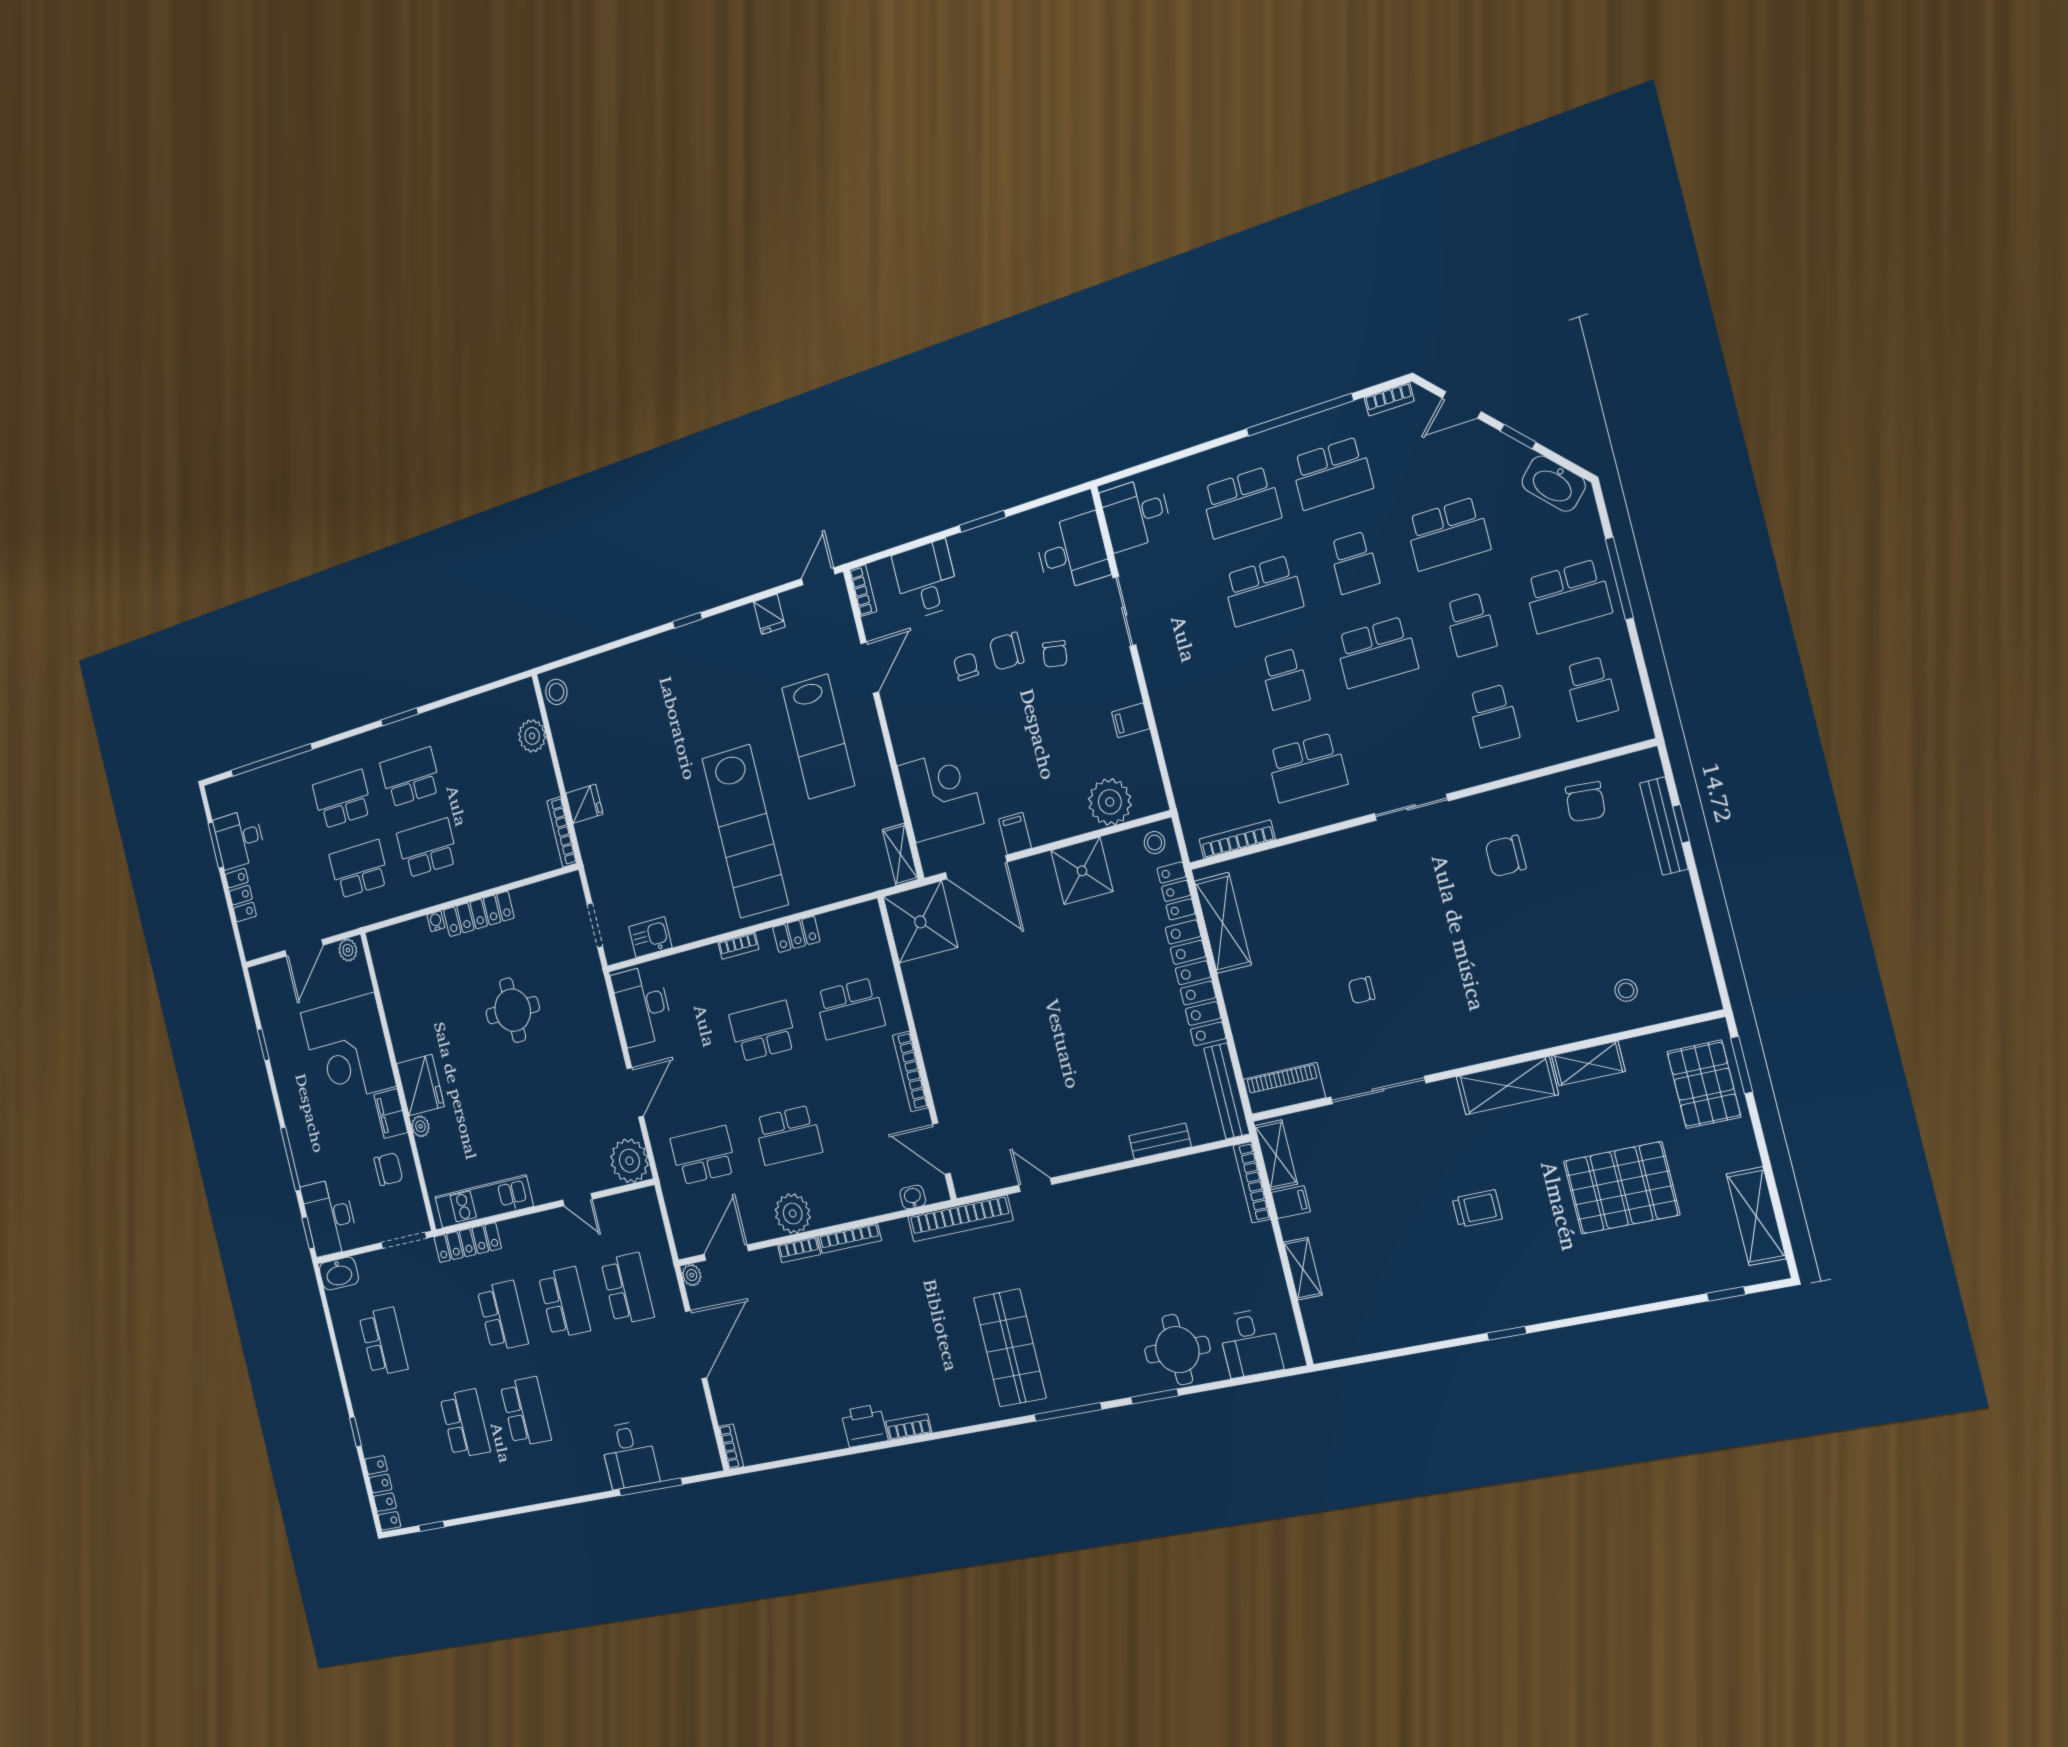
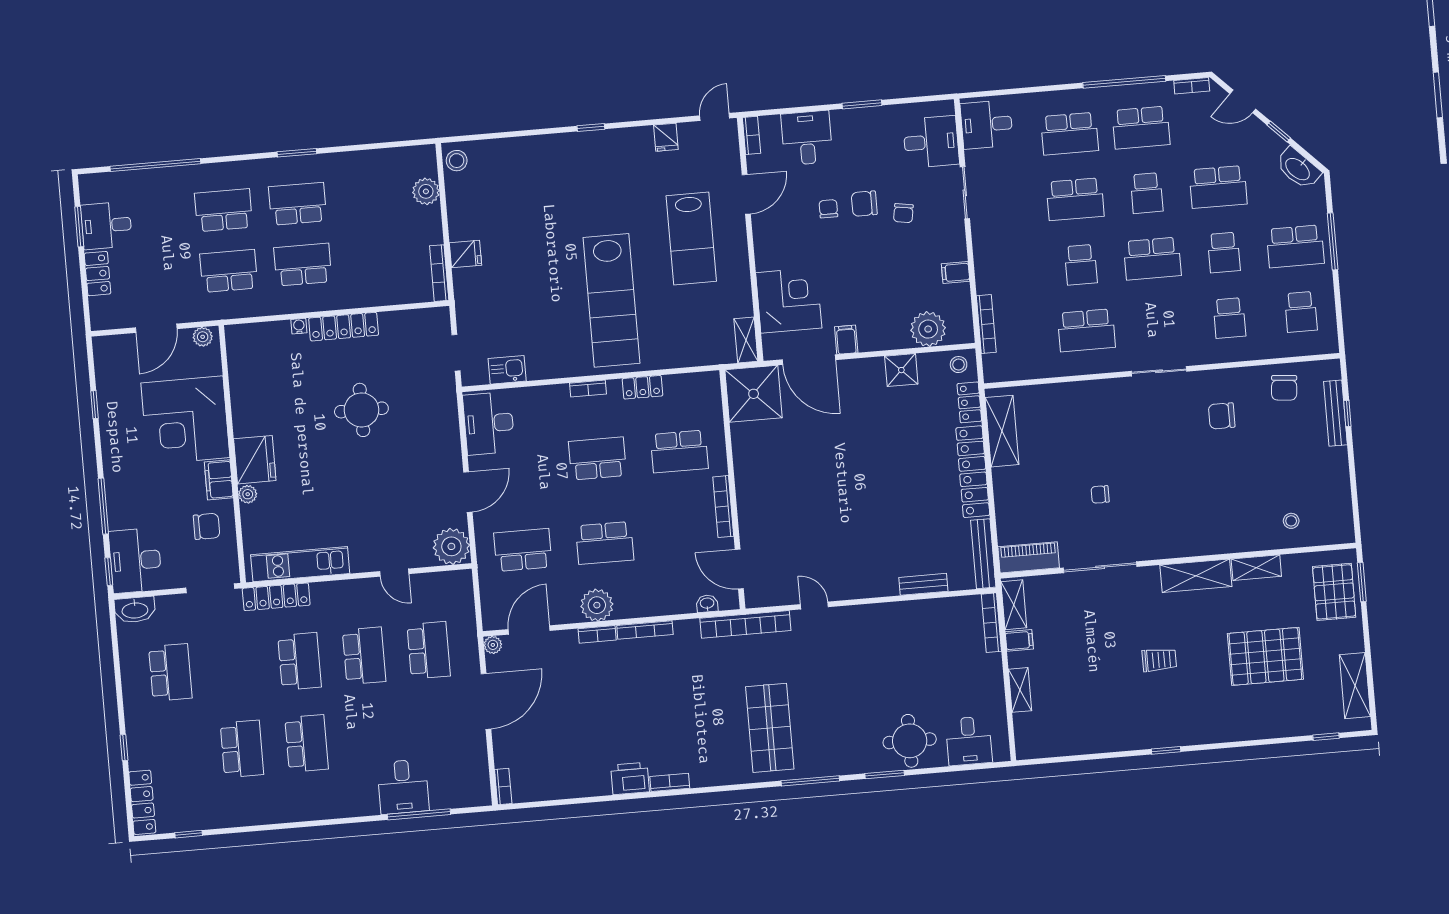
bookcase: (1237, 839) -> (986, 324), moved, turned 90
shower: (1082, 871) -> (901, 370), width x0.73, depth x0.73

